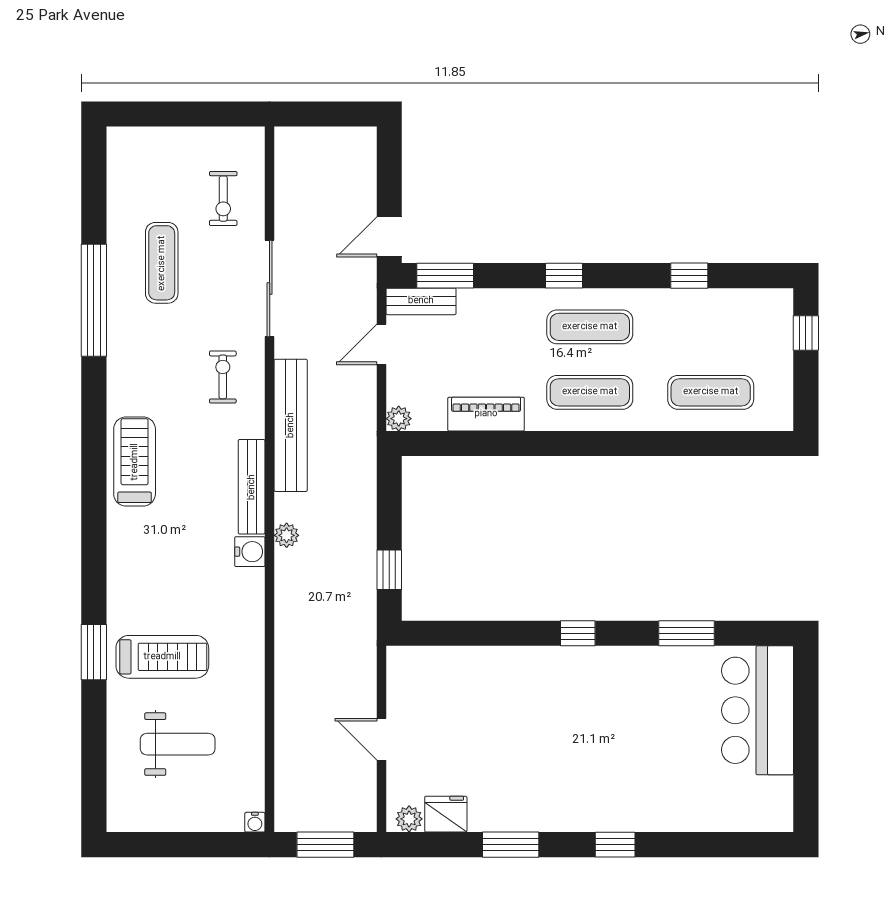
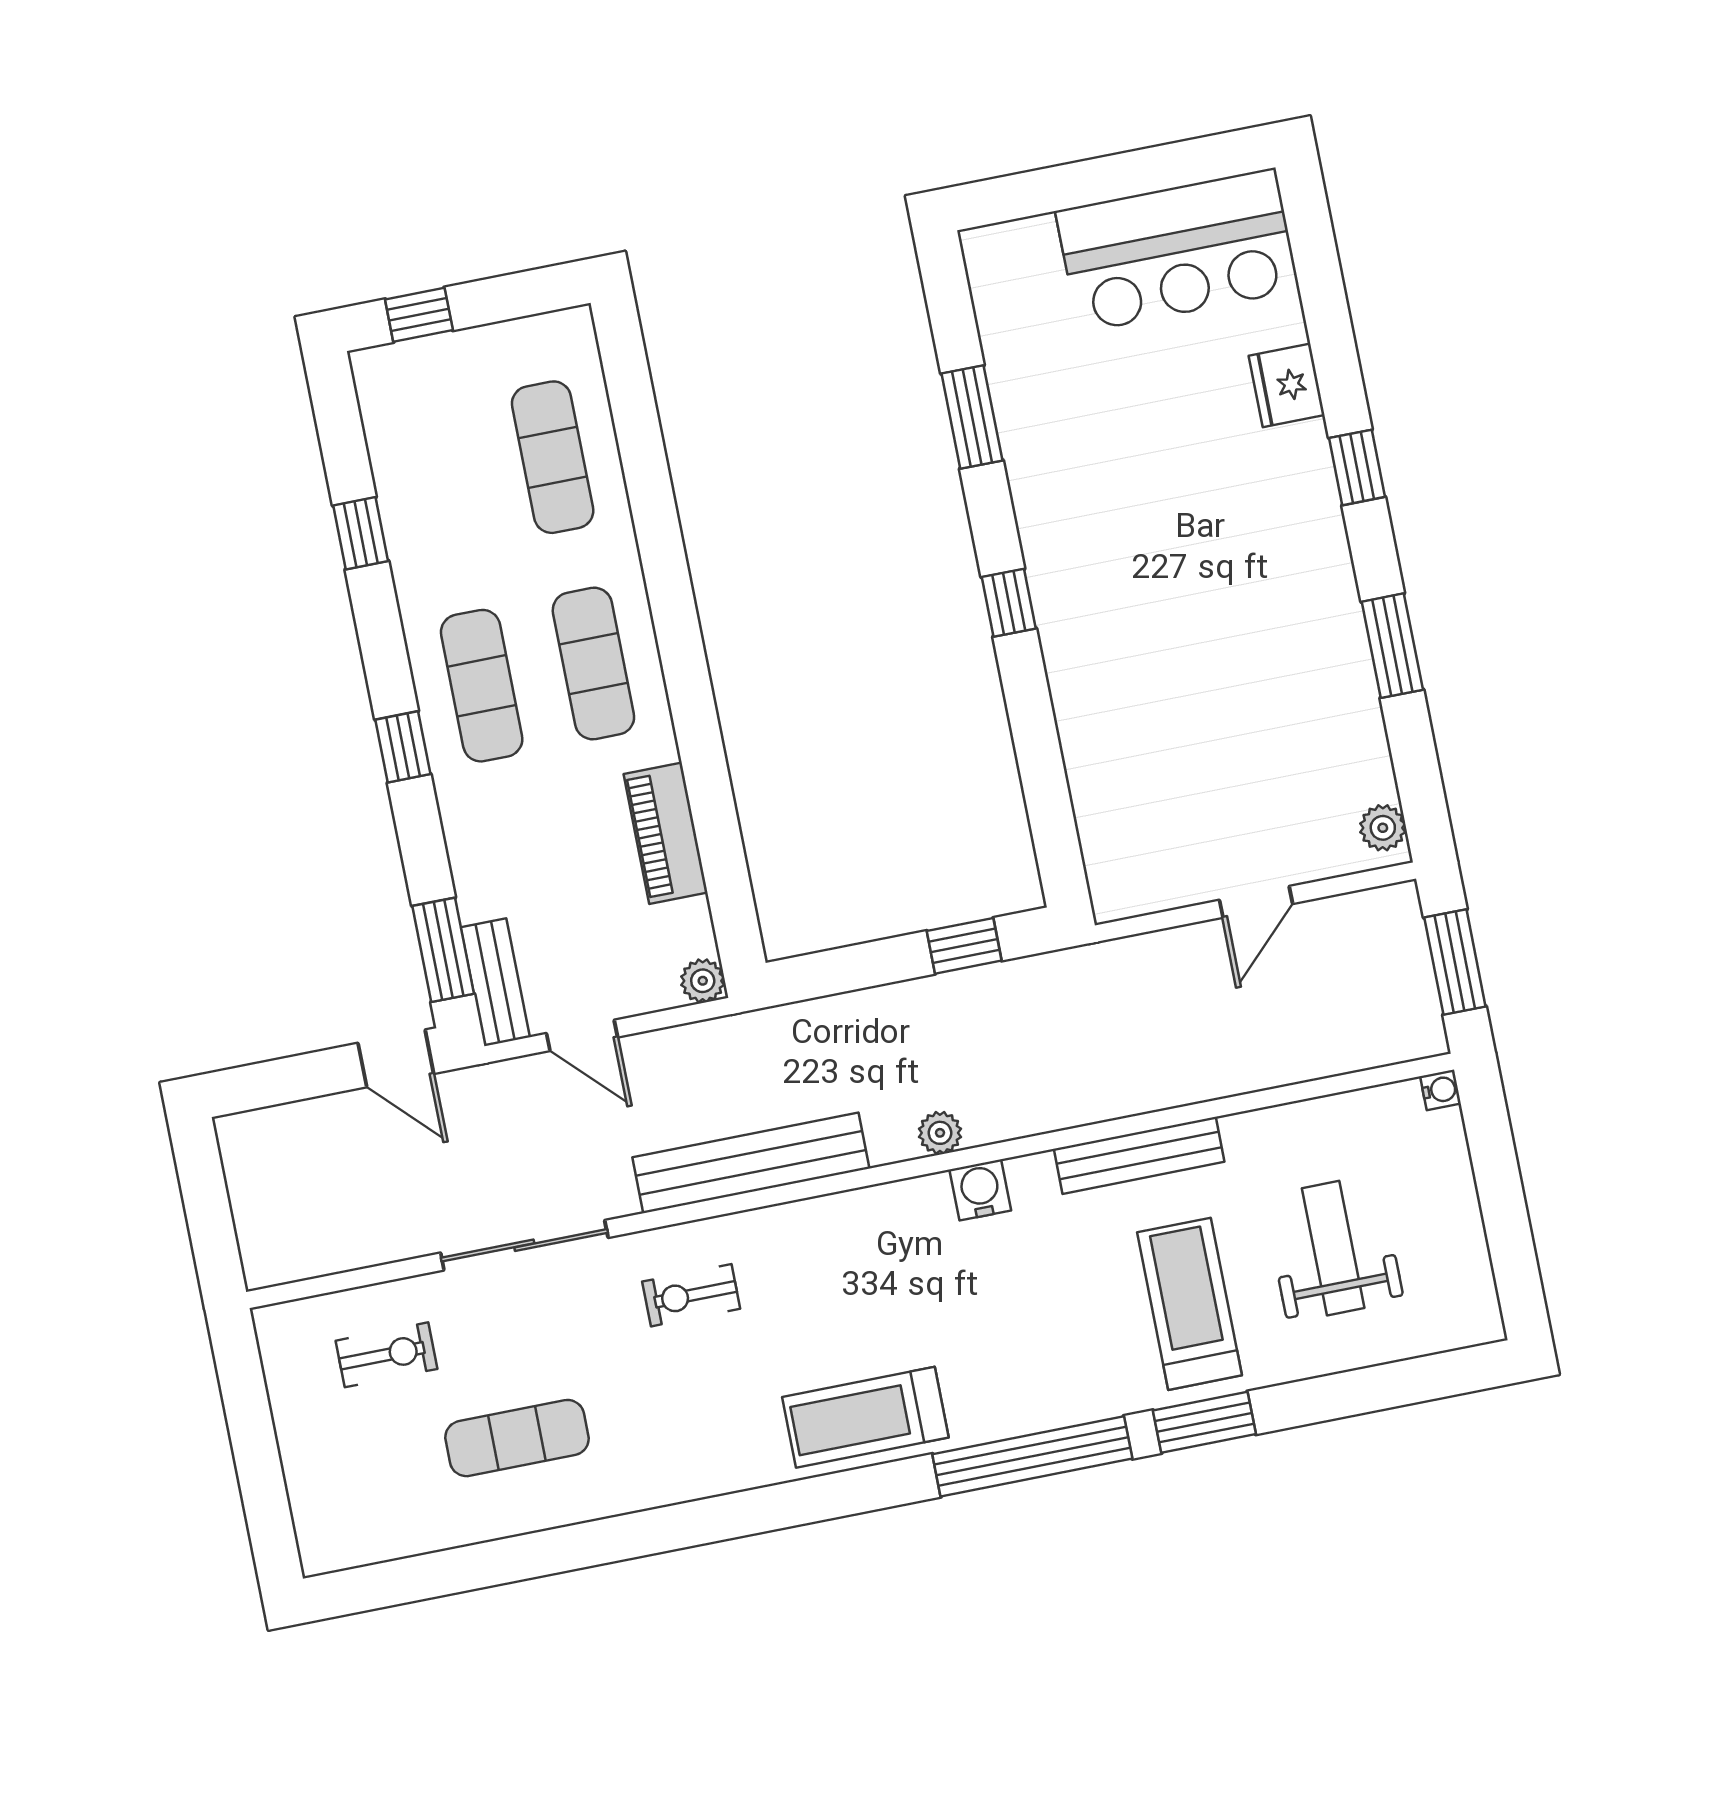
window: (94, 300) -> (1032, 1456), moved
bench: (252, 487) -> (1139, 1155), moved
bar counter: (758, 710) -> (1177, 250), moved
fridge: (446, 814) -> (1287, 385), moved

